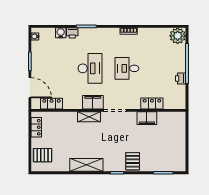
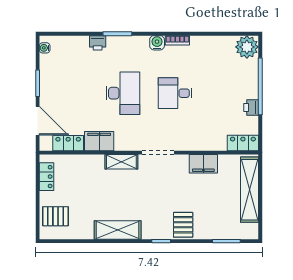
water cooler: (61, 33) -> (157, 43), moved
filing cabinet: (93, 102) -> (99, 141), moved
locker: (152, 104) -> (243, 143), moved
shelving: (179, 137) -> (249, 190), added

